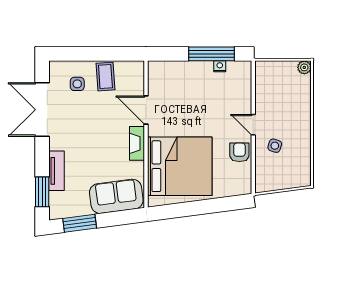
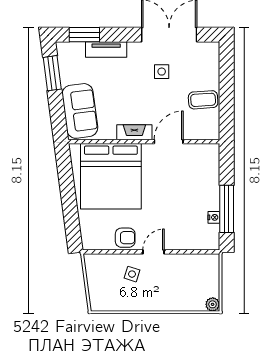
side table: (77, 84) -> (162, 72), moved

